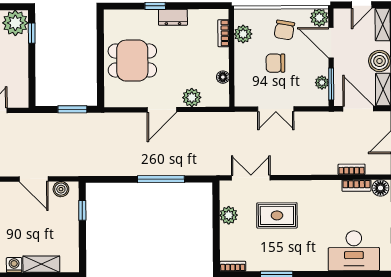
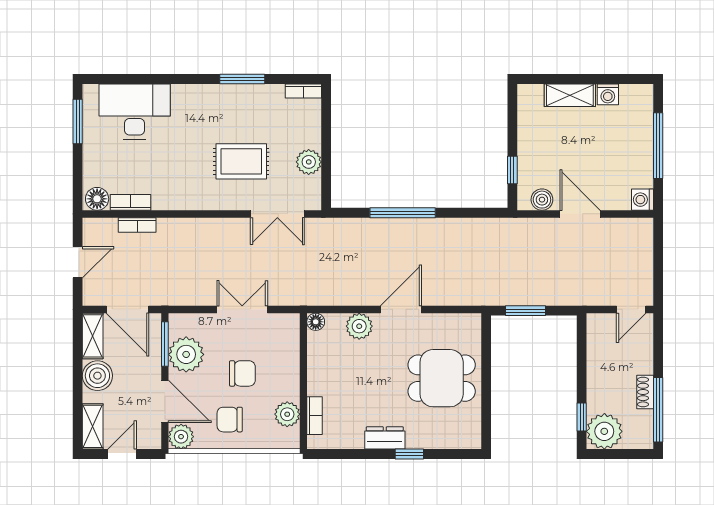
chair: (284, 30) -> (230, 420), turned -100
floor lamp: (223, 77) -> (316, 322), moved
plant: (322, 82) -> (186, 354), width x1.87, depth x1.87

